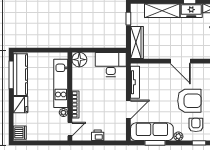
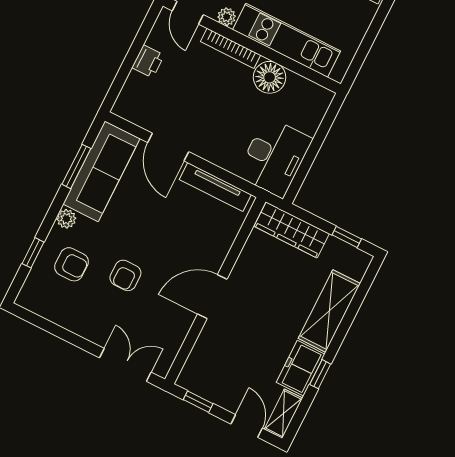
floor lamp: (79, 60) -> (270, 77), moved
armchair: (189, 101) -> (125, 275), width x0.53, depth x0.53

